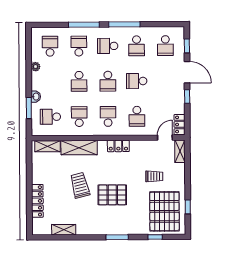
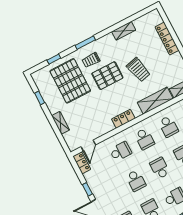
school desk: (137, 81) -> (136, 181), turned 90
school desk: (137, 116) -> (121, 151), turned 90
shelving: (180, 151) -> (61, 123), moved
trolley: (154, 176) -> (91, 60), moved
pallet: (164, 211) -> (70, 81), moved
shelving: (64, 230) -> (124, 31), moved

